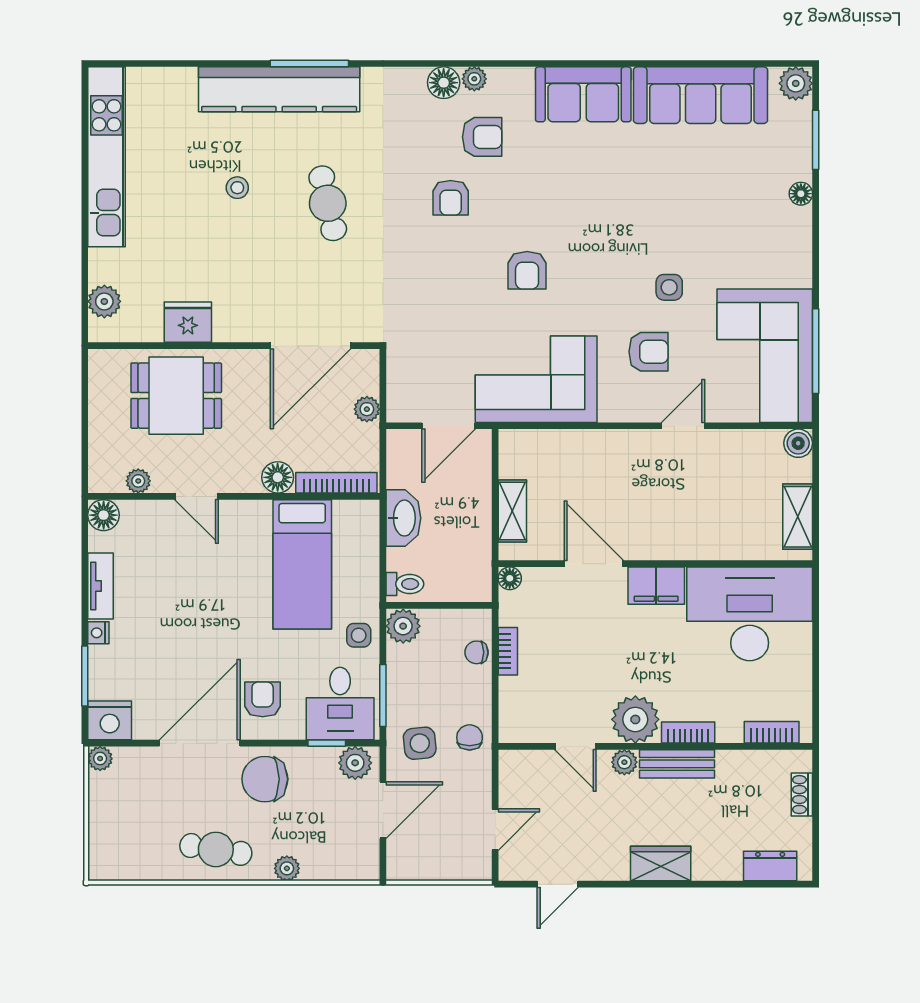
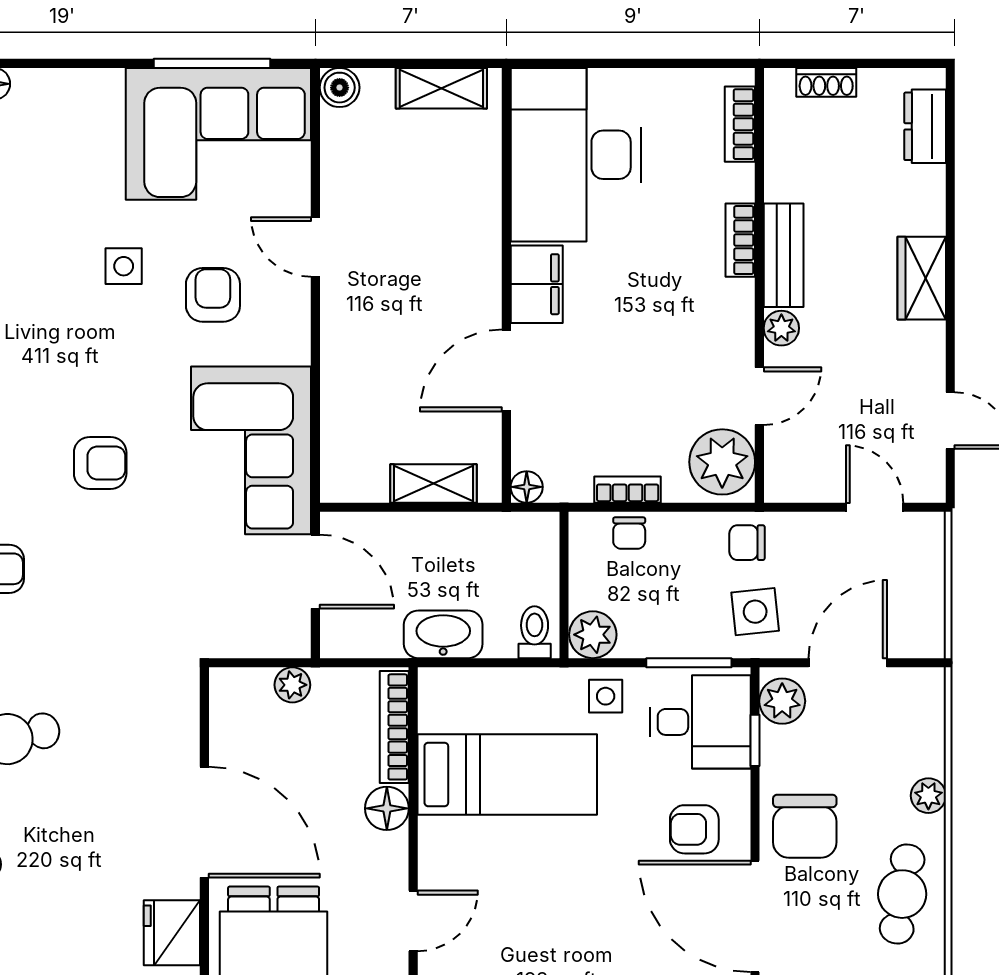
door: (311, 346) -> (204, 822), moved
plant: (635, 719) -> (722, 462), moved
door: (383, 810) -> (848, 663), hinge flipped

